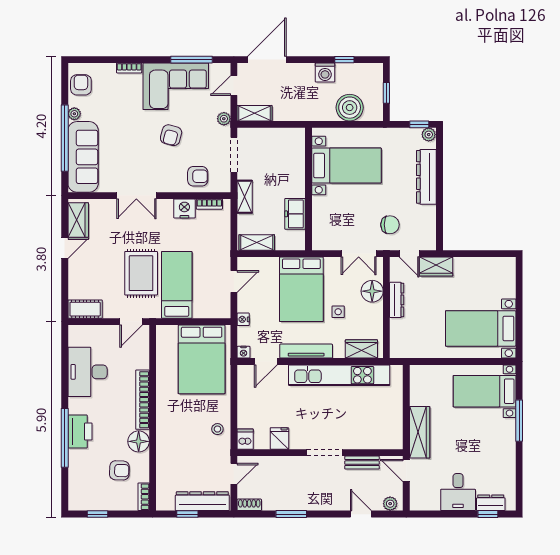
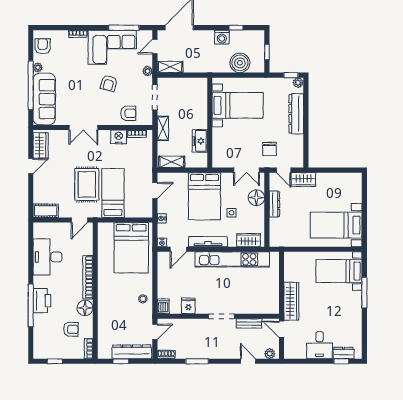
chair: (390, 225) -> (270, 149), turned 90

